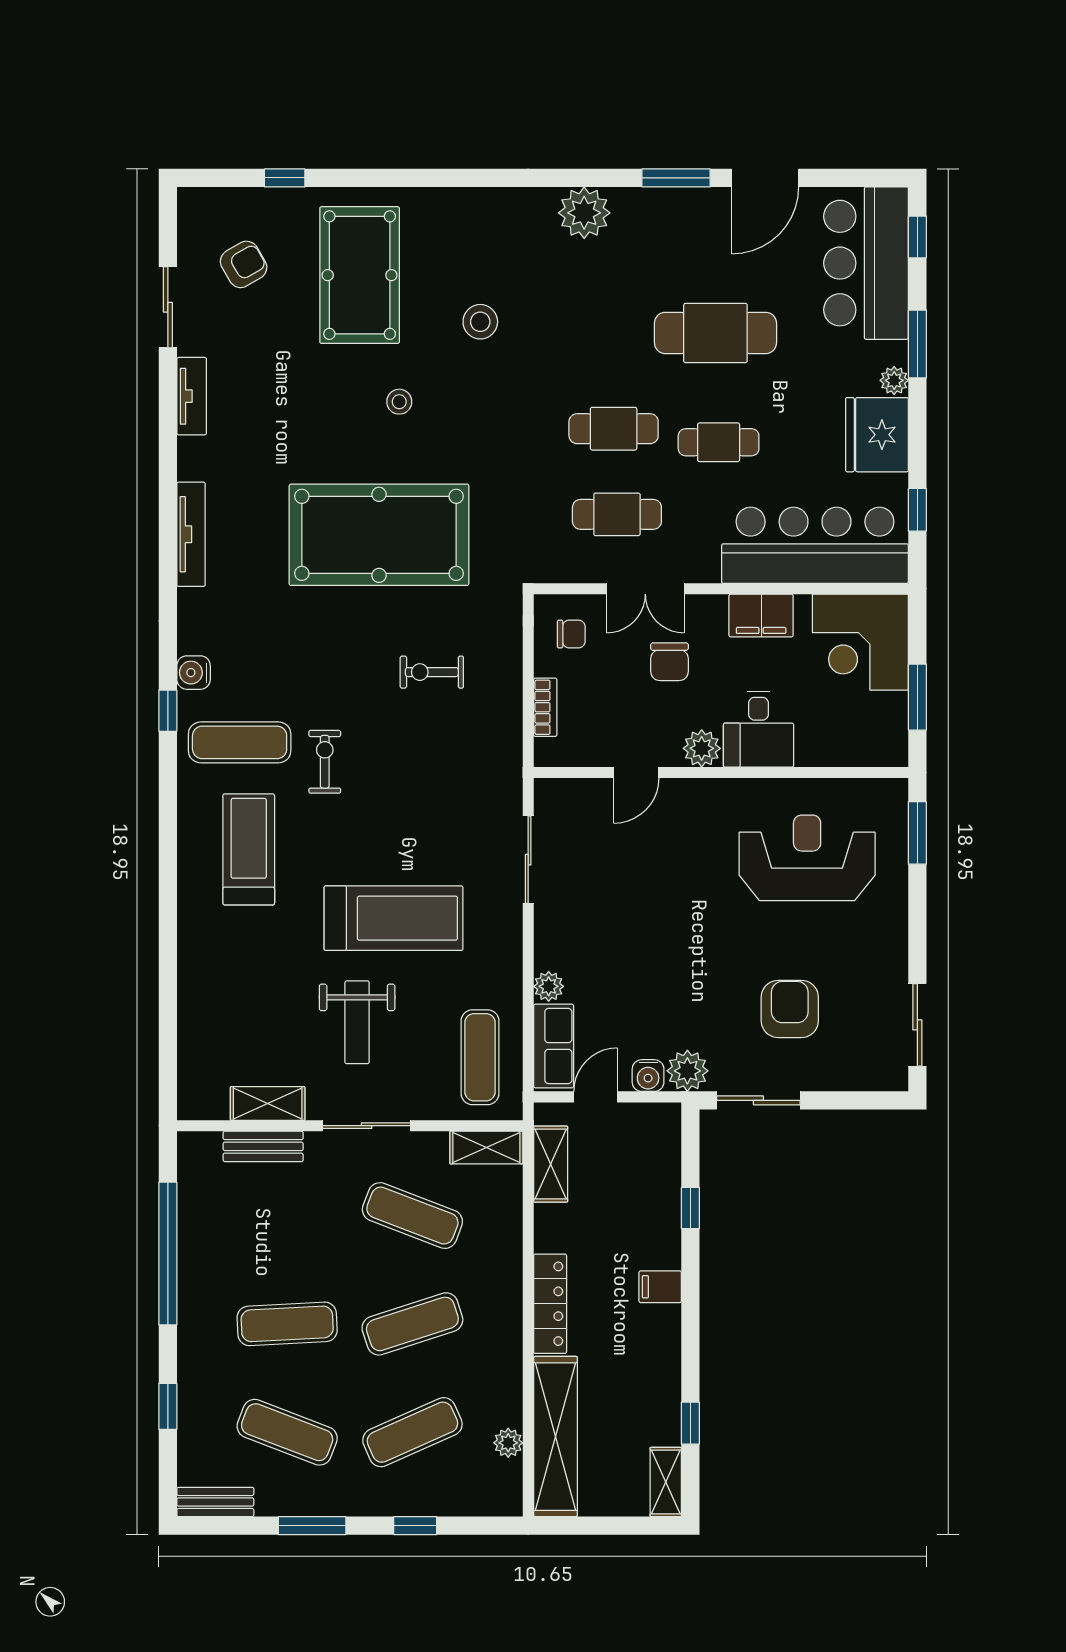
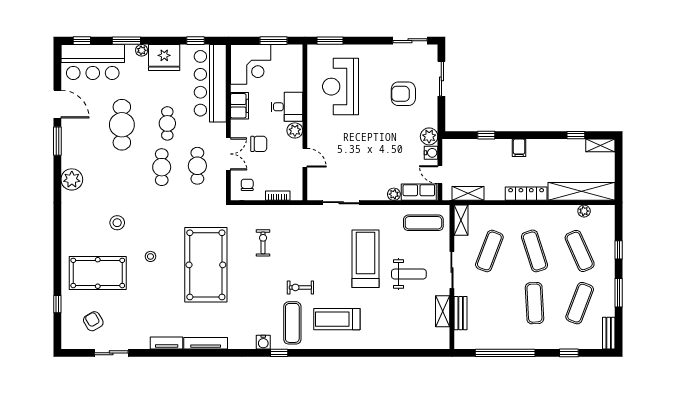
tv unit: (192, 396) -> (167, 343), moved
exercise bike: (432, 672) -> (263, 243), turned 180
sliding door: (758, 1100) -> (441, 79), moved

